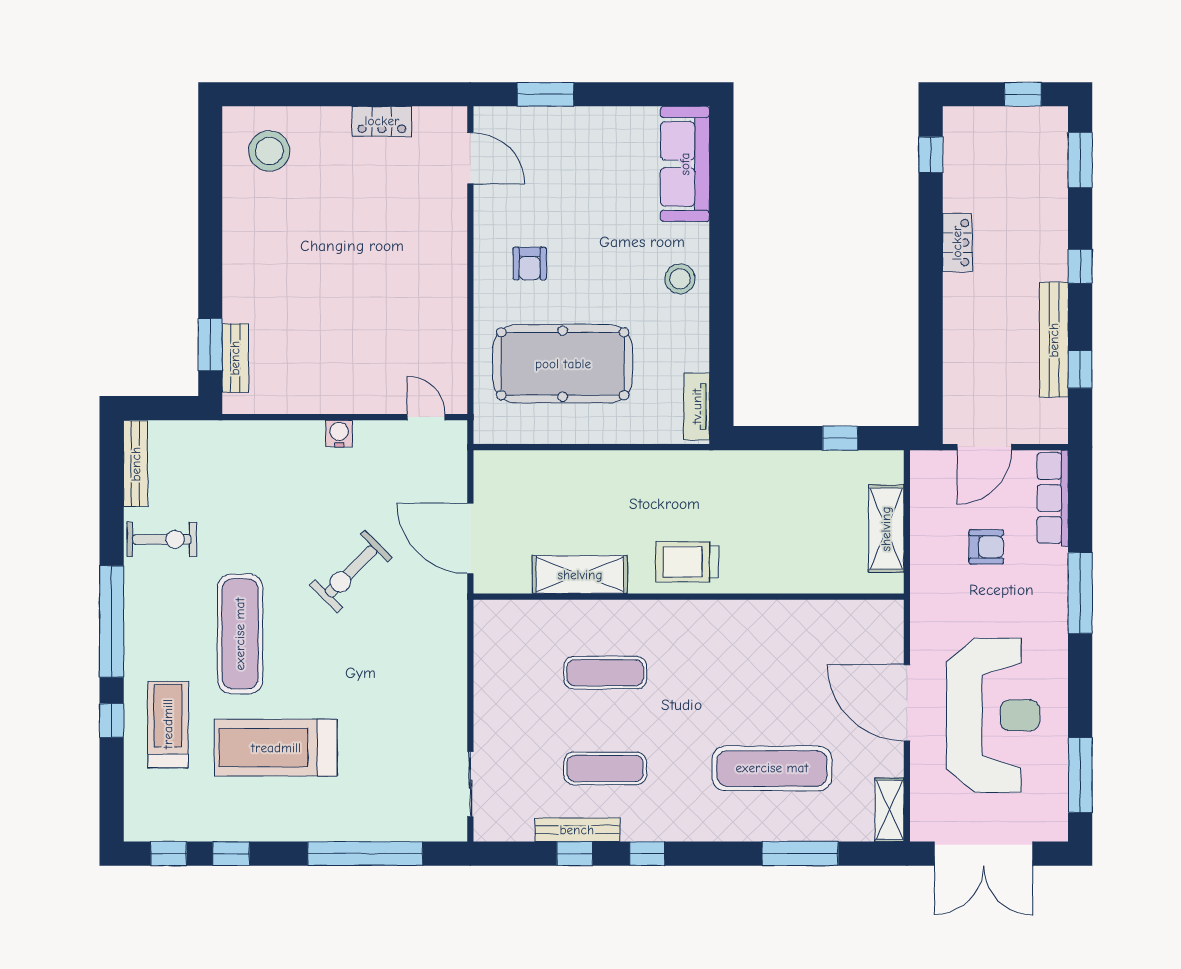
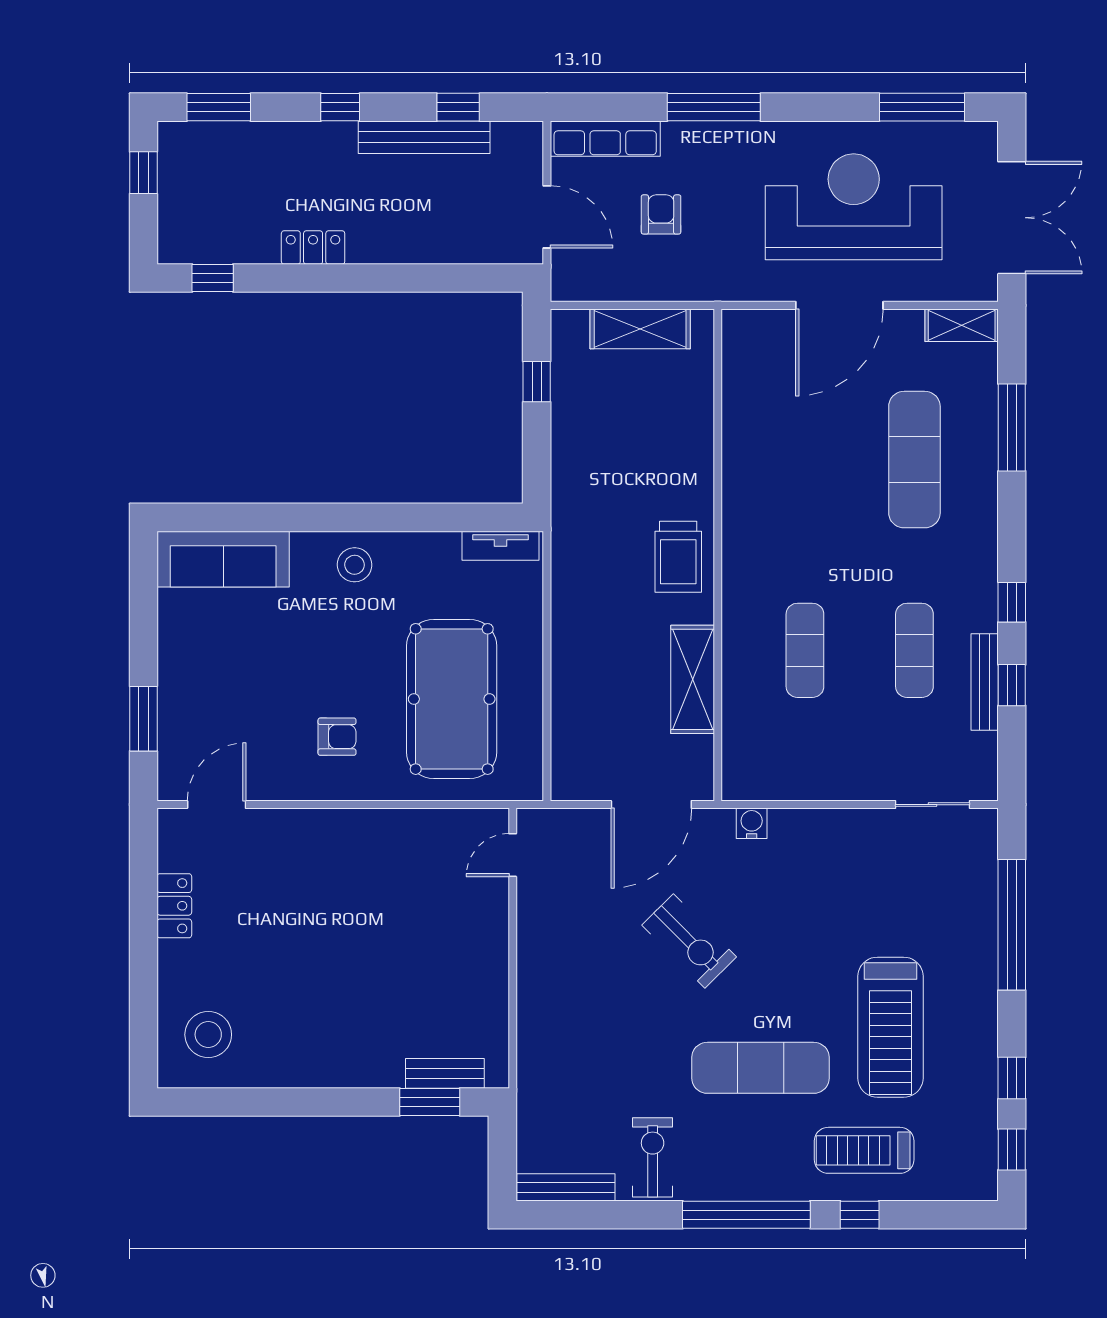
water cooler: (339, 433) -> (752, 823), moved, turned 90

